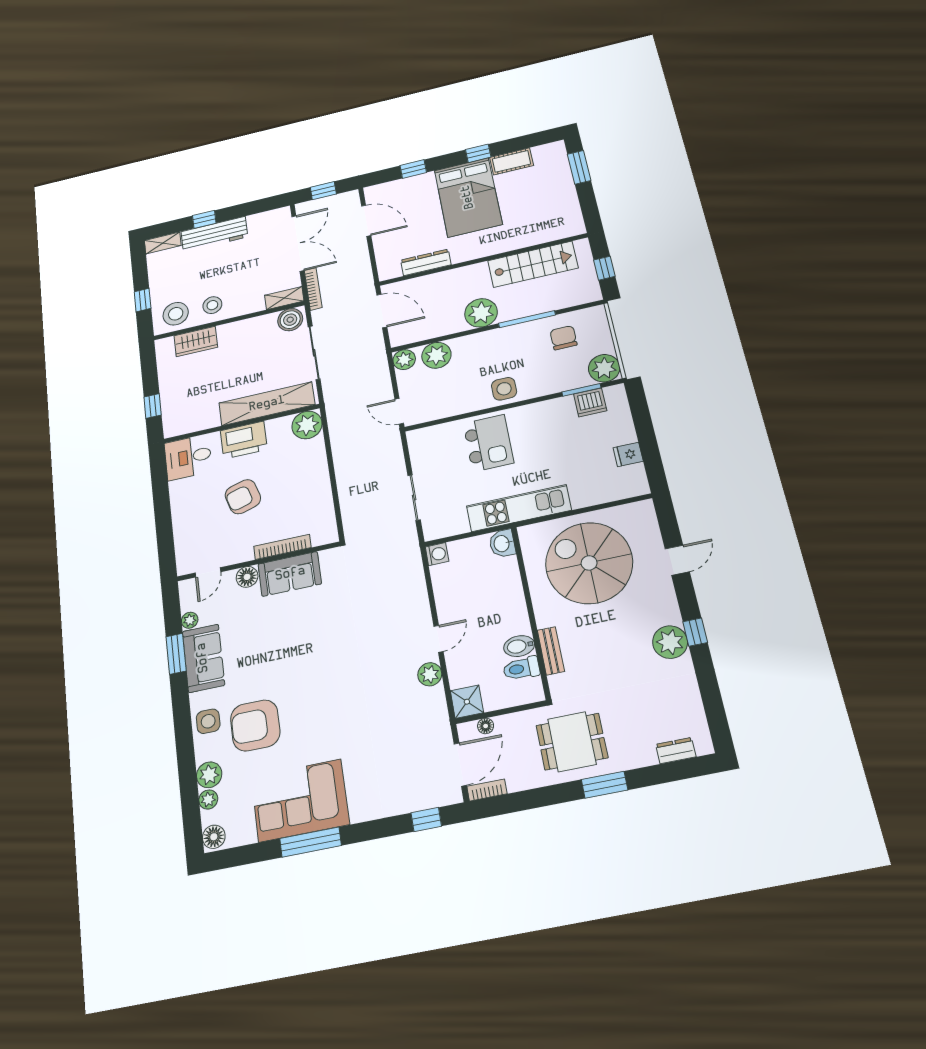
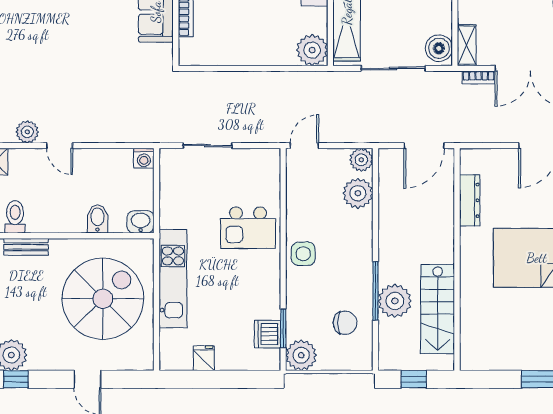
bookcase: (313, 289) -> (479, 77), width x0.64
plant: (481, 313) -> (395, 301), moved
kitchen unit: (519, 508) -> (173, 279), moved
bidet: (519, 646) -> (98, 219), moved

